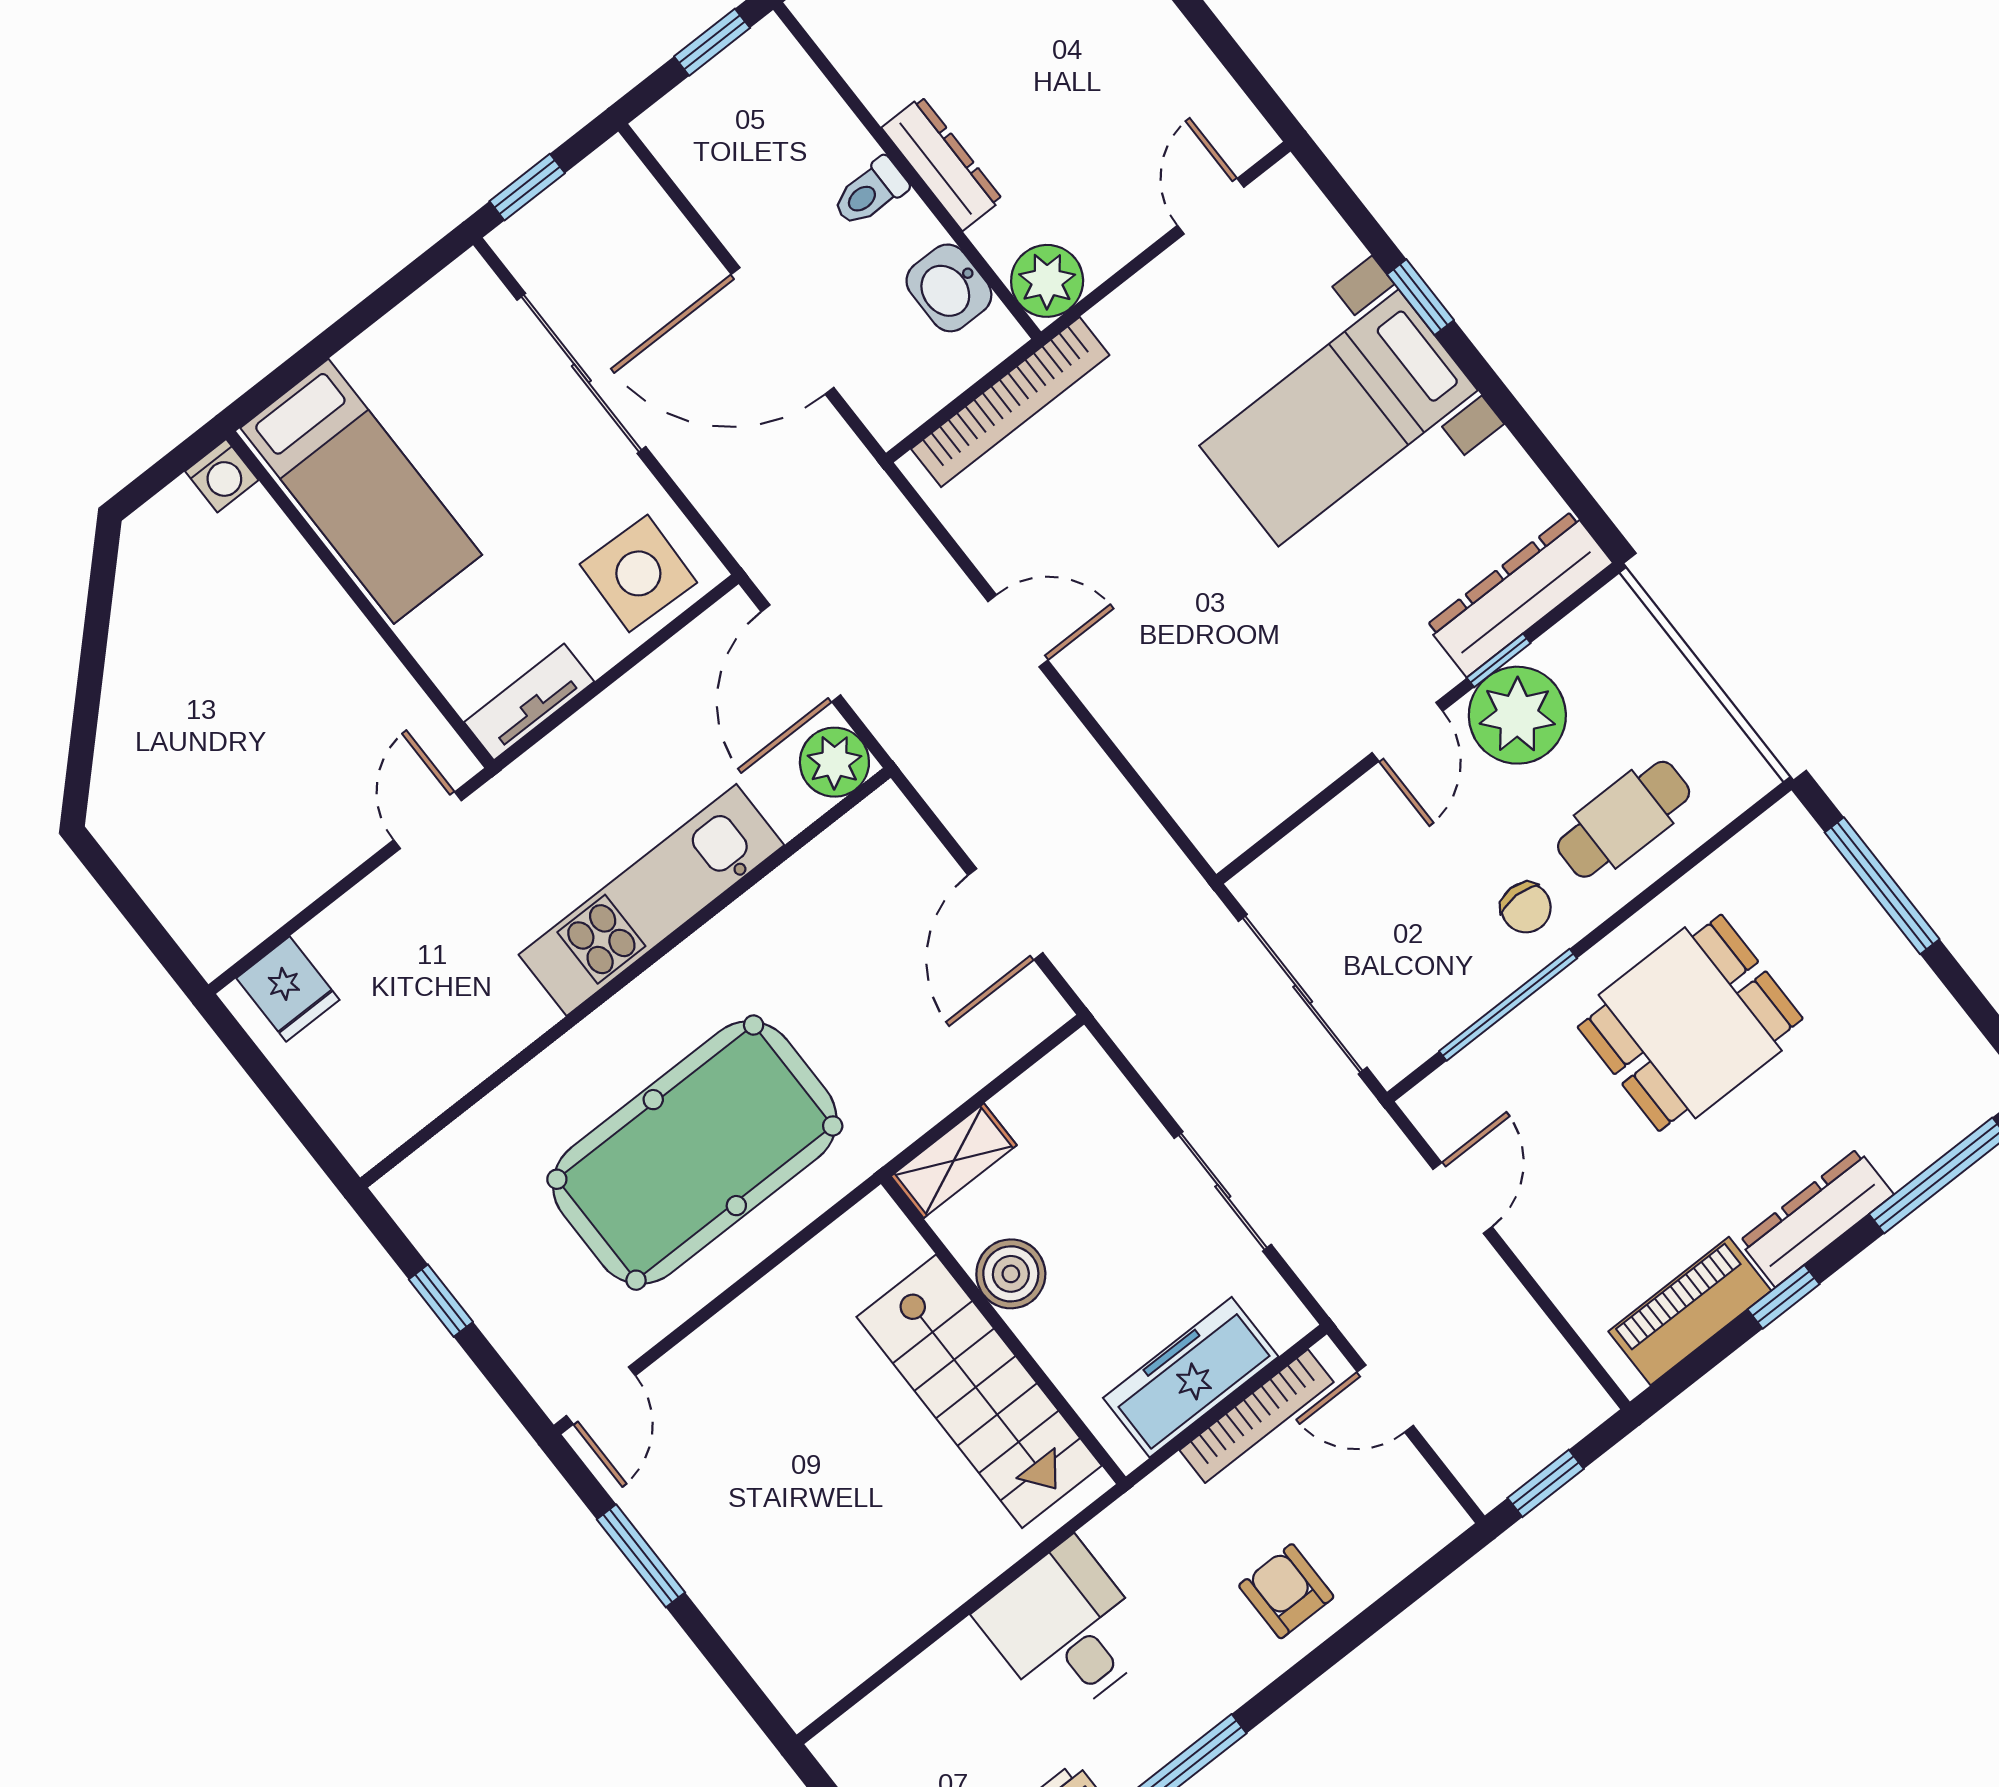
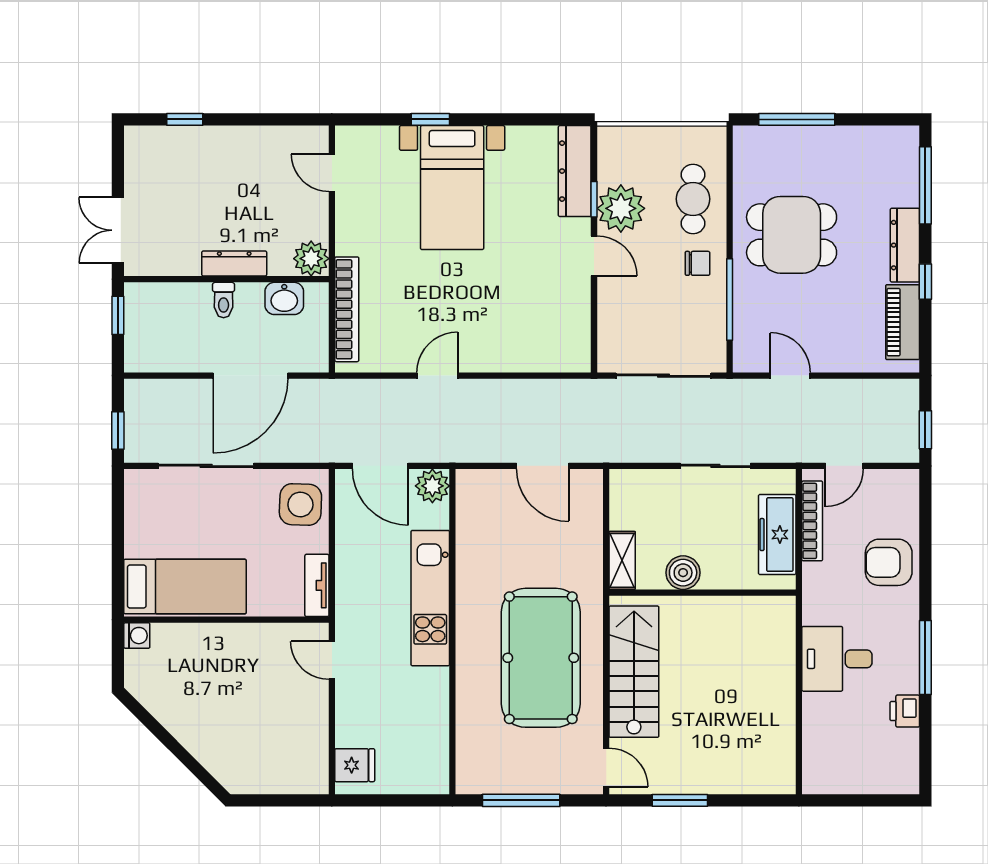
dining table: (1690, 1023) -> (792, 235), turned 90
window: (441, 1301) -> (521, 800), width x2.17
stairs: (979, 1391) -> (634, 672), moved, turned -90
armchair: (1286, 1591) -> (889, 562), width x1.38, depth x1.38

